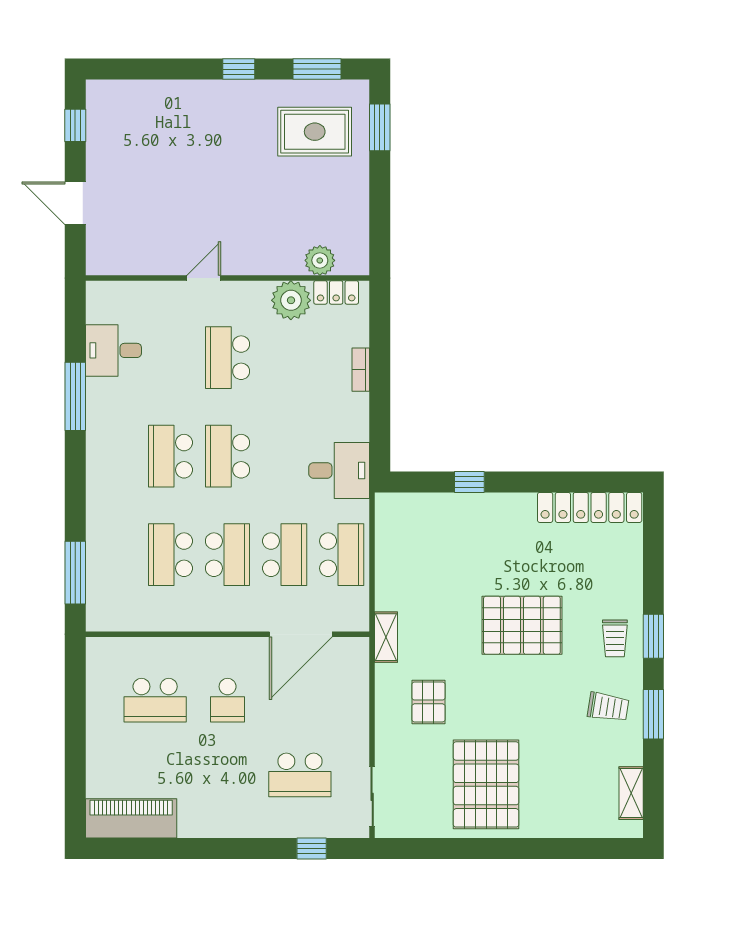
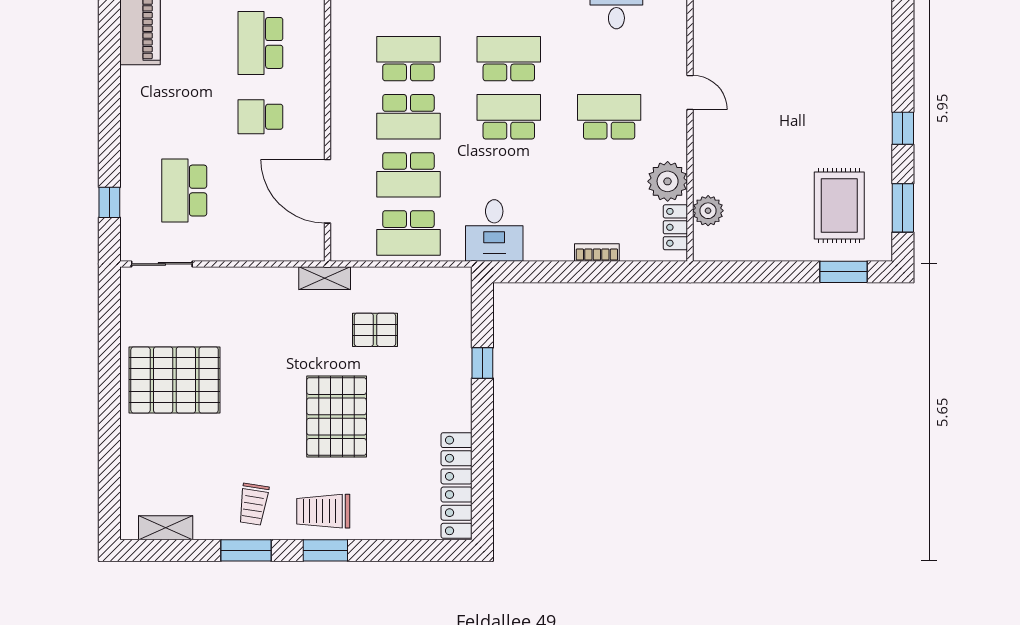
trolley: (615, 638) -> (323, 511), width x1.36, depth x1.39
pallet: (428, 702) -> (375, 330), moved

